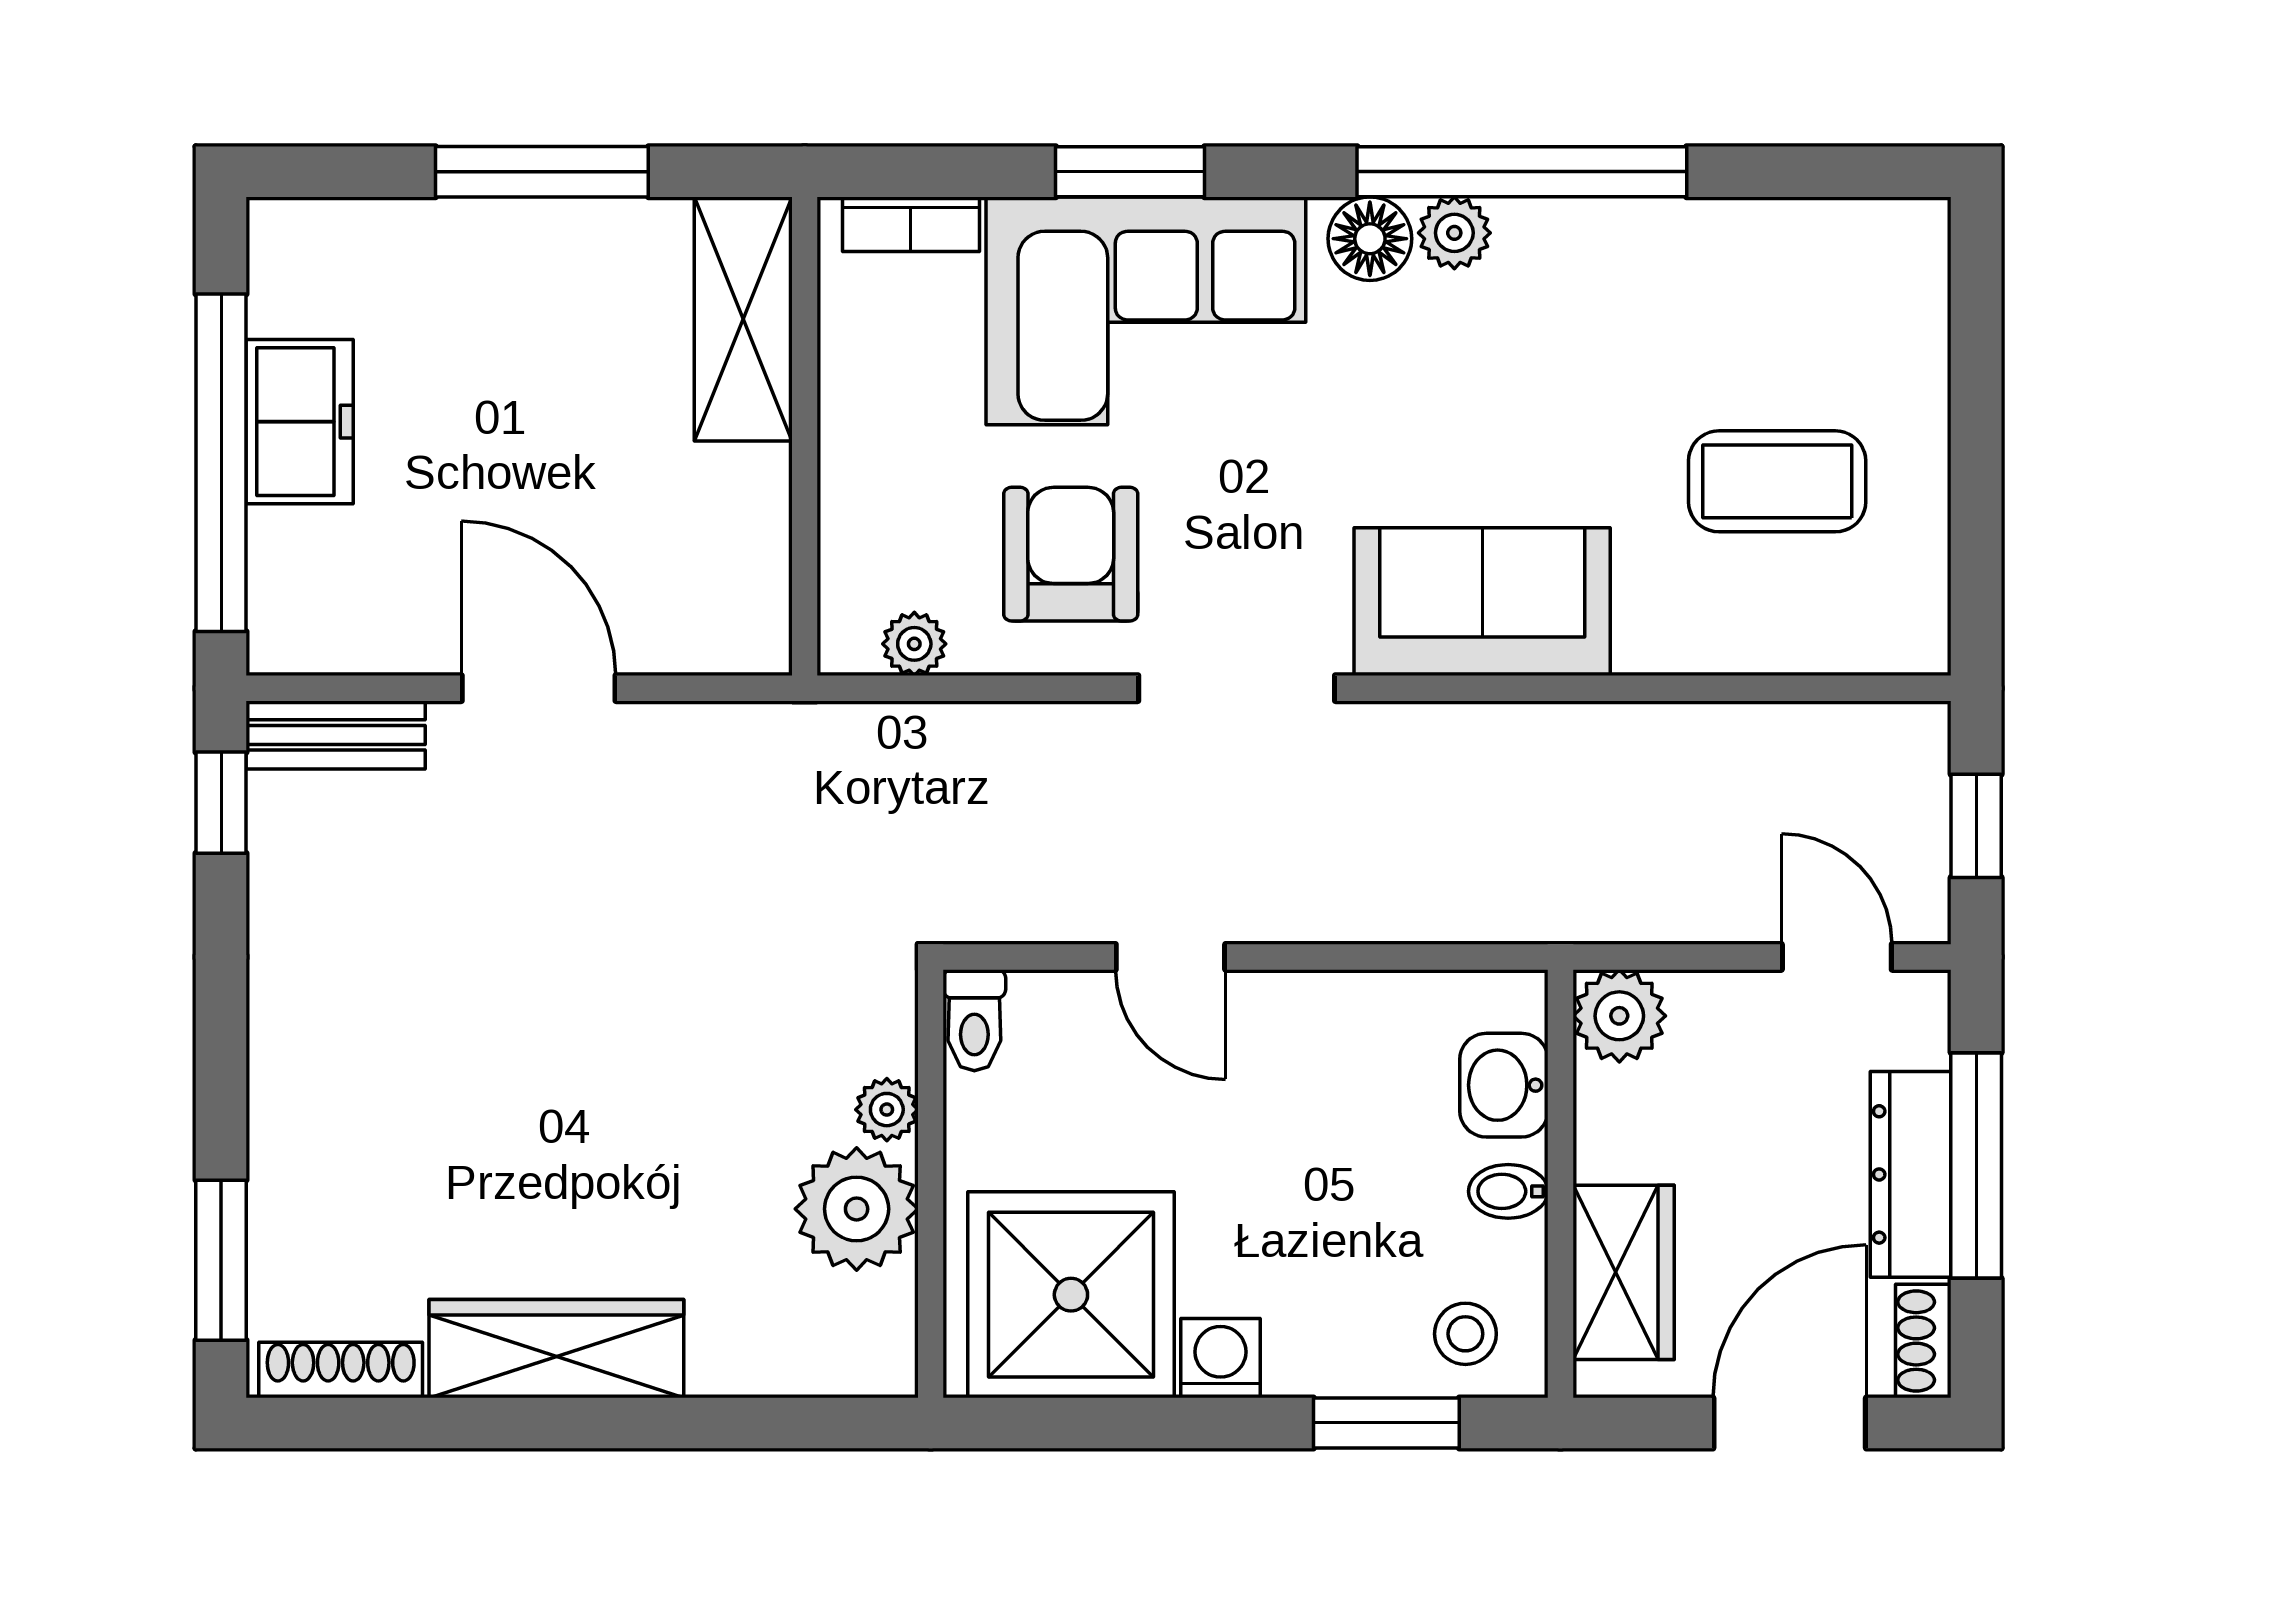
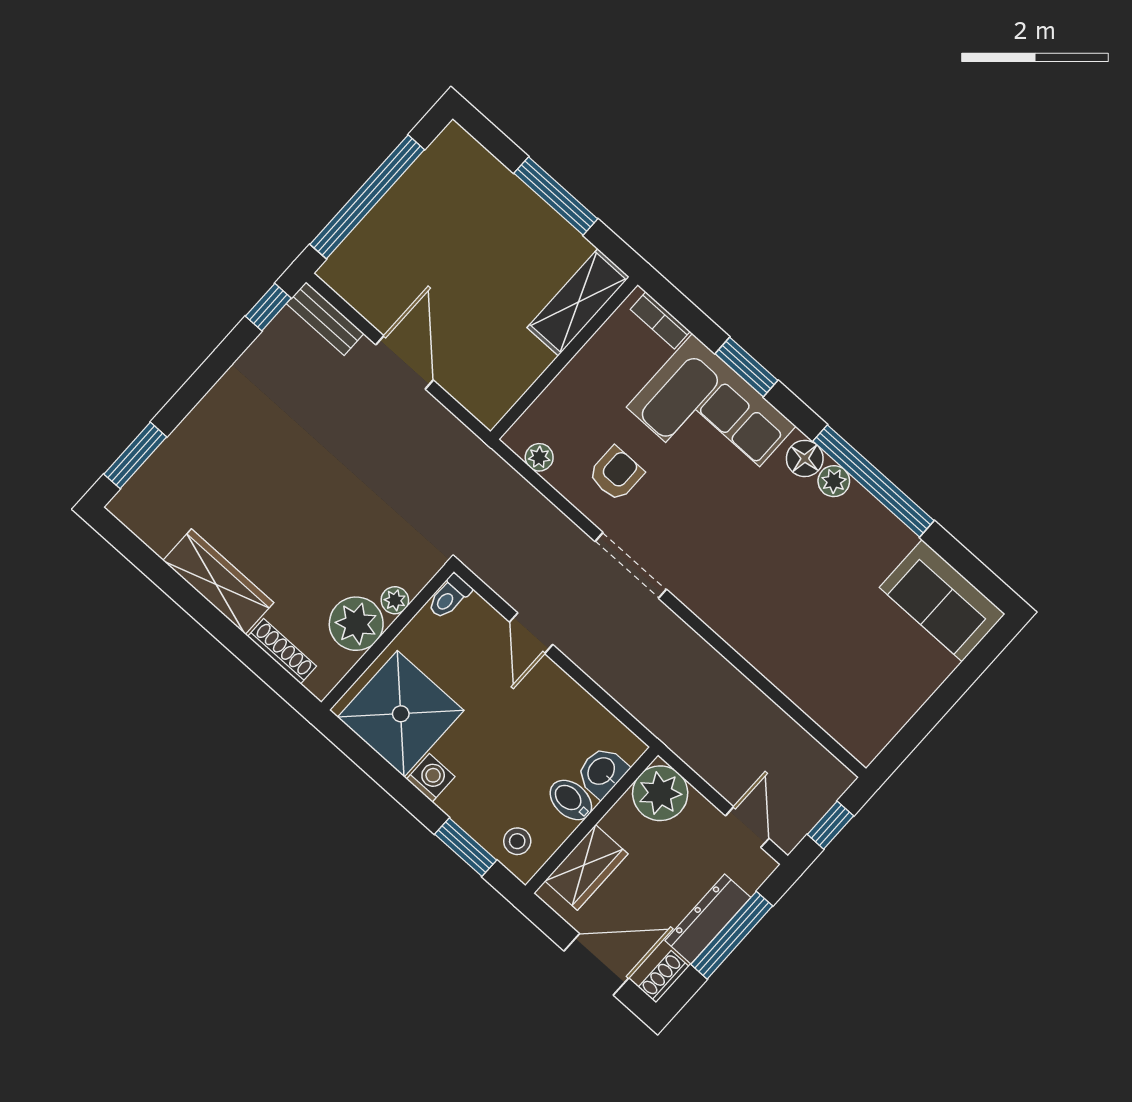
freezer: (300, 422) -> (405, 207), removed
coffee table: (1777, 481) -> (866, 656), removed
armchair: (1071, 554) -> (616, 474), width x0.72, depth x0.72
sofa: (1482, 602) -> (942, 601), moved, turned 180
plant: (1619, 1016) -> (660, 793), width x1.36, depth x1.36
bidet: (1508, 1191) -> (571, 800), width x1.38, depth x1.36
shoe rack: (341, 1370) -> (282, 651), moved

